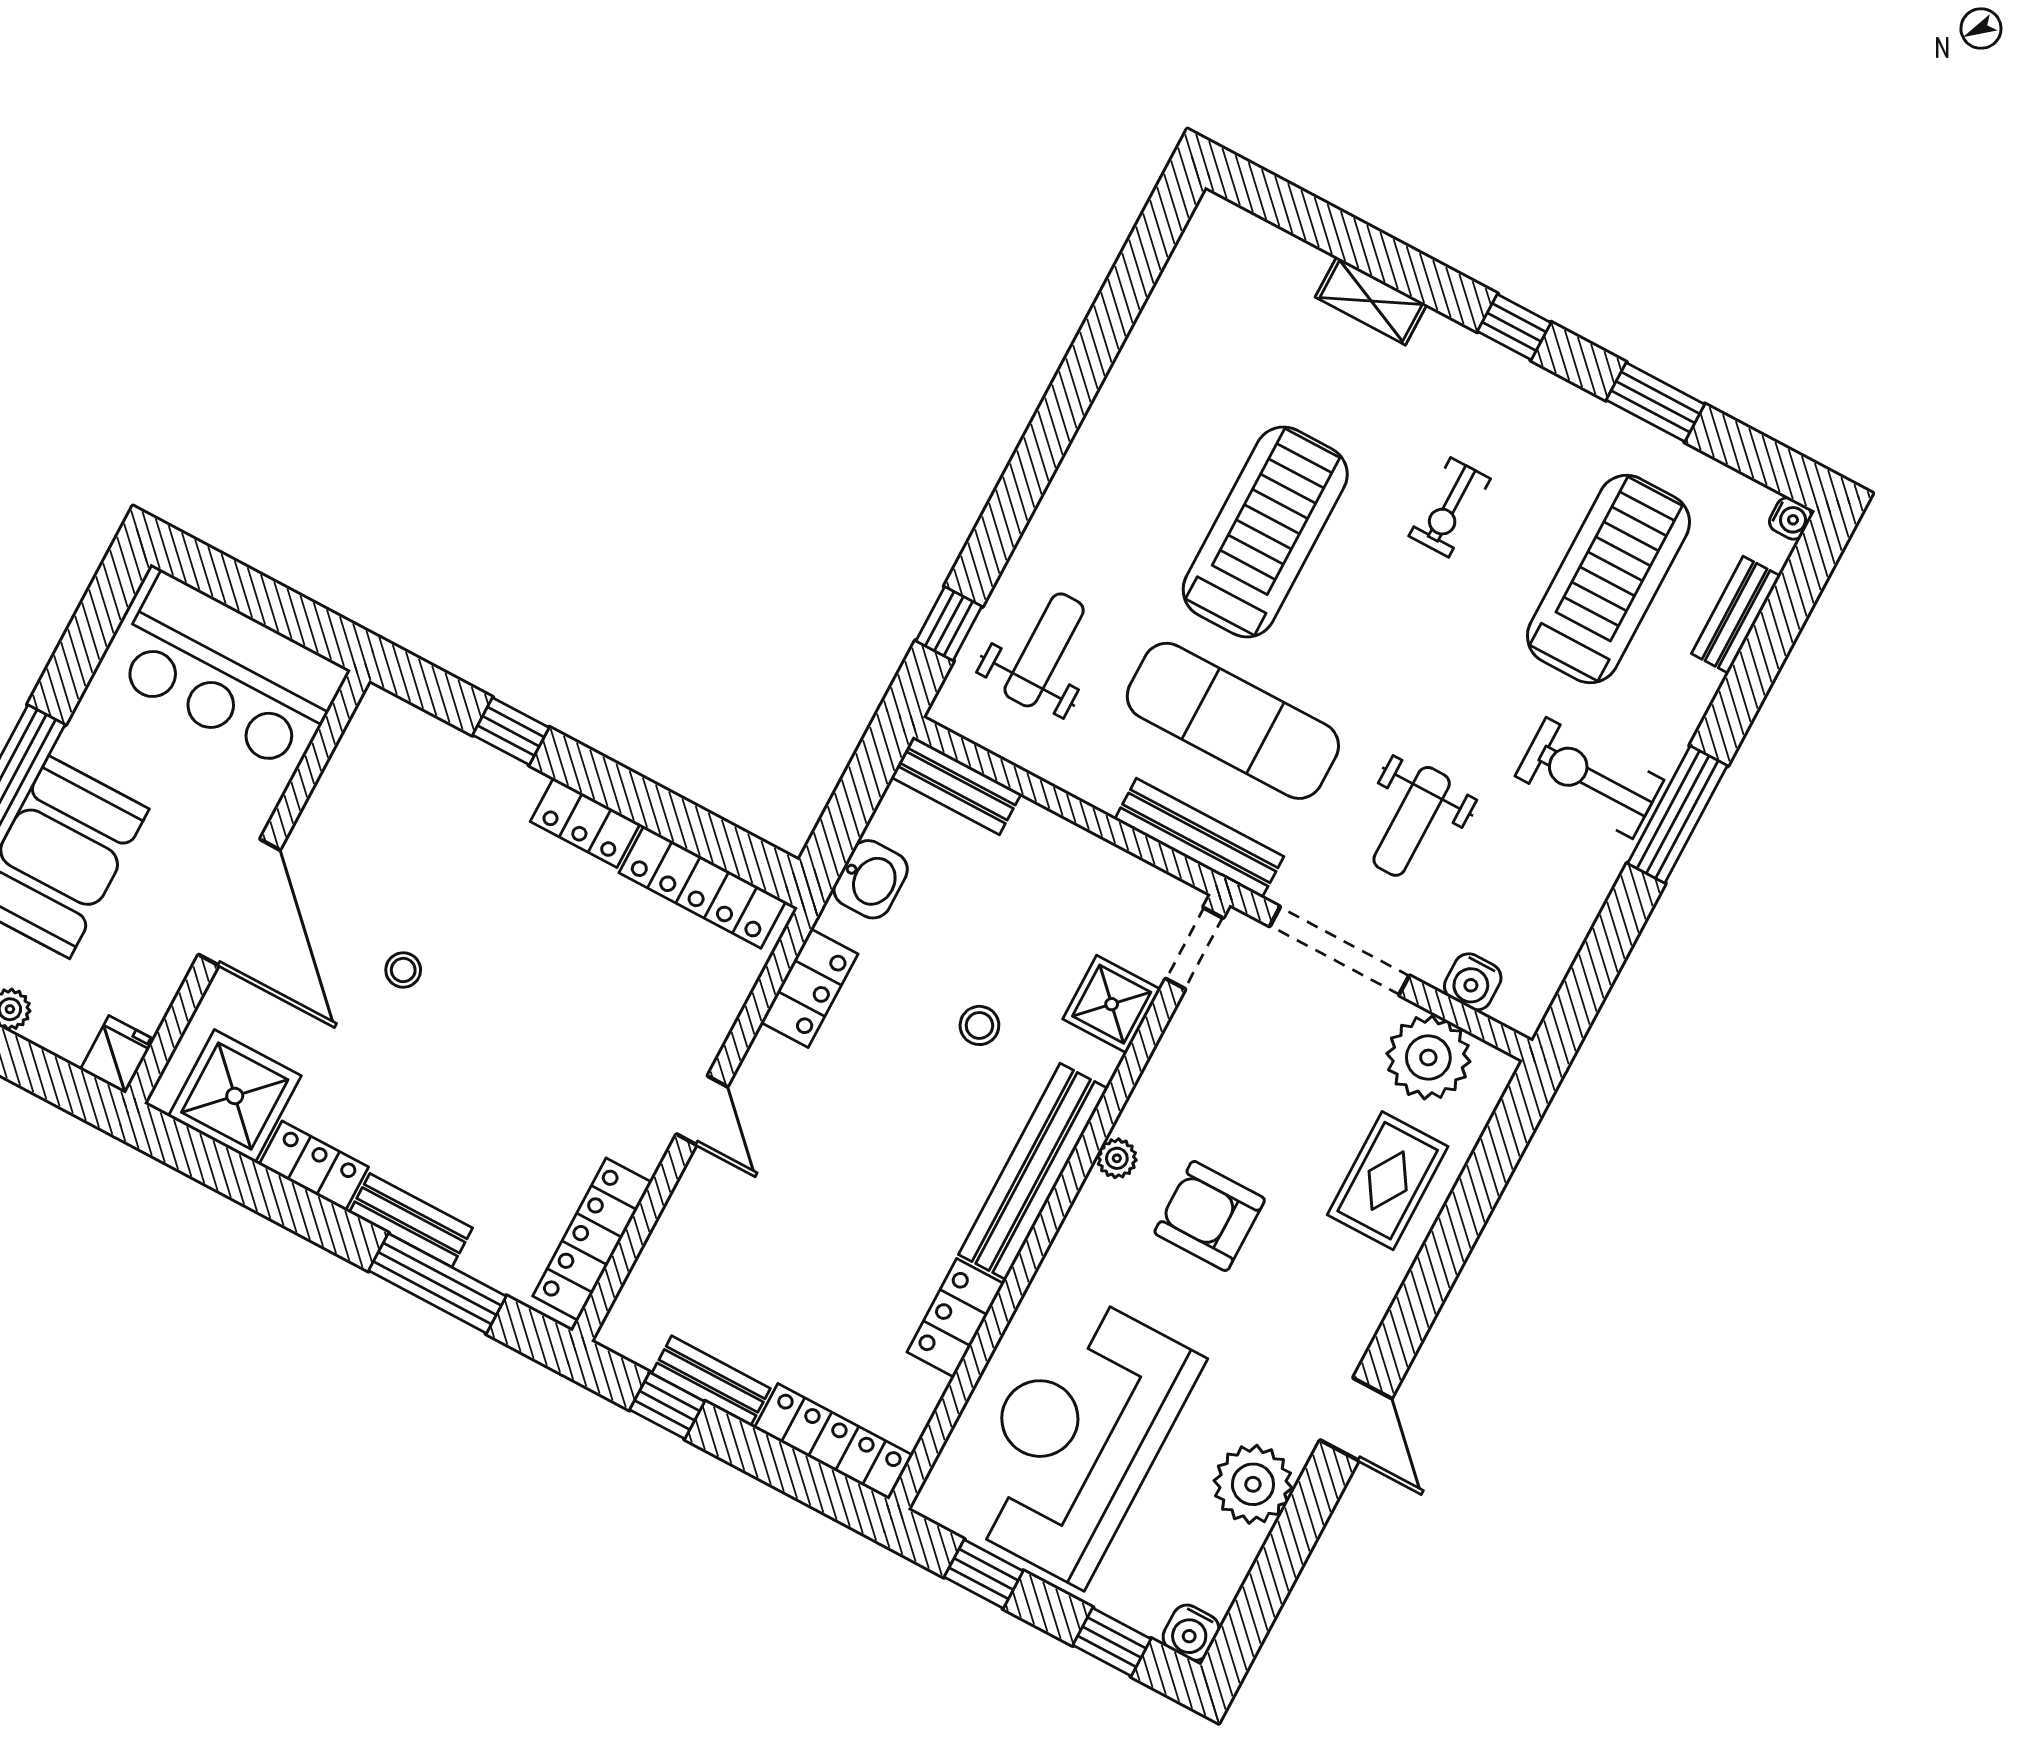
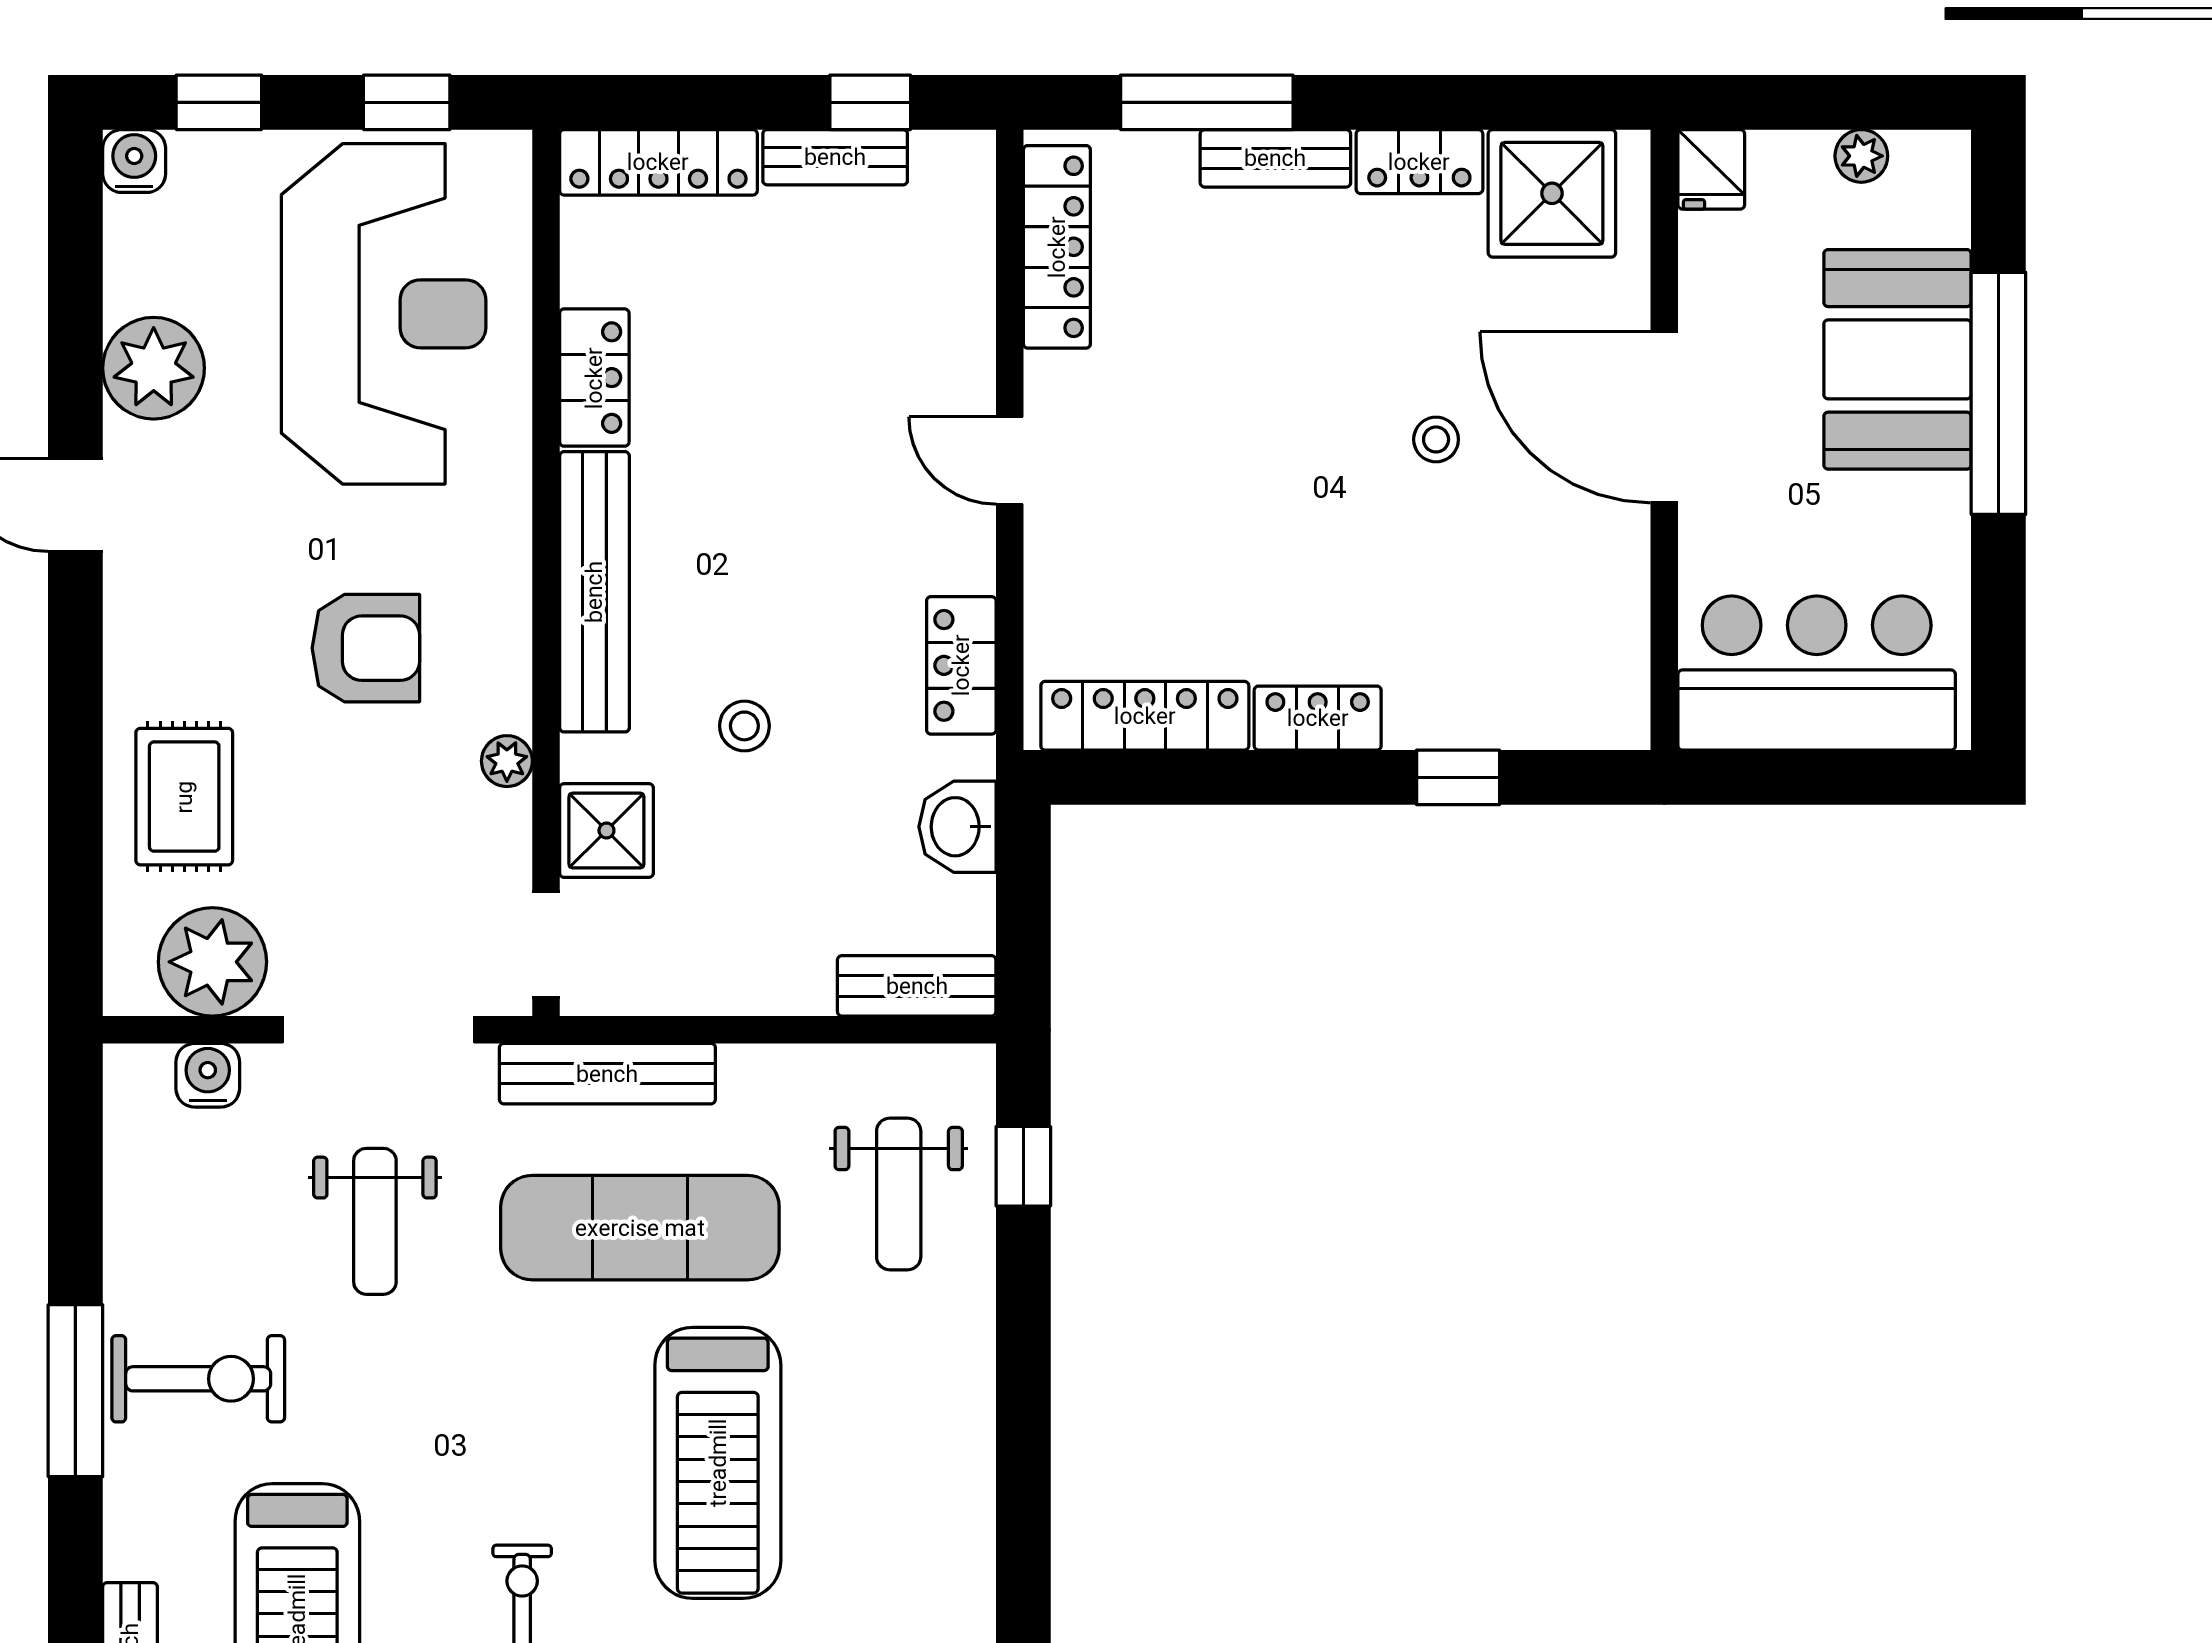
weight bench: (1412, 821) -> (375, 1221), turned 180
plant: (1117, 1158) -> (507, 761), moved

